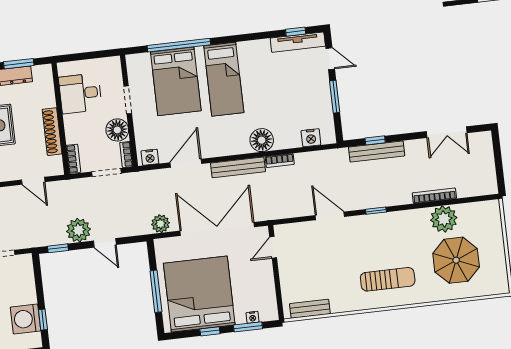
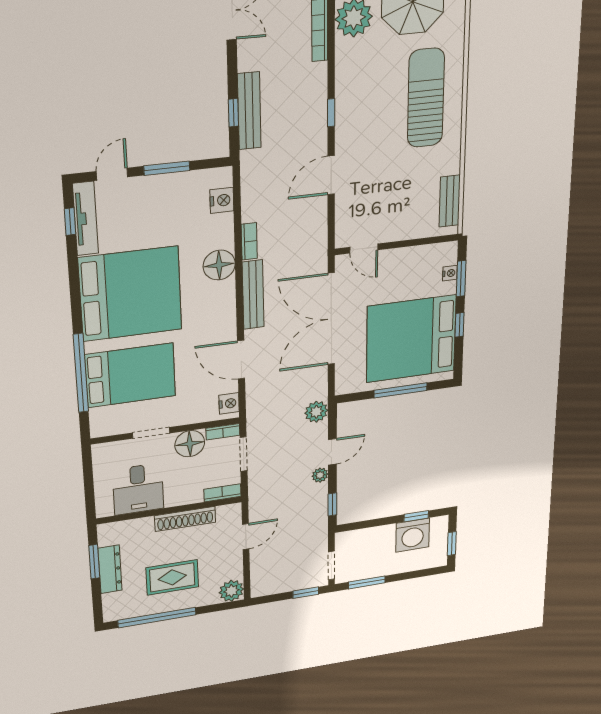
bed: (224, 79) -> (130, 294), width x2.04
plant: (160, 224) -> (316, 412), moved
plant: (78, 230) -> (320, 475), width x0.53, depth x0.53
sun lounger: (388, 279) -> (426, 98), width x1.36, depth x1.34

